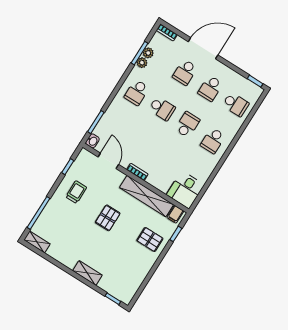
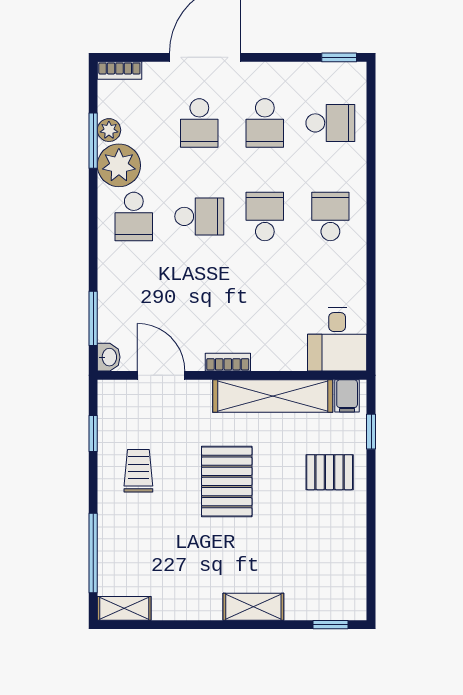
plant: (142, 63) -> (119, 165), width x1.87, depth x1.87
school desk: (213, 141) -> (330, 216), turned 180
pallet: (108, 218) -> (227, 481), width x1.50, depth x1.42

